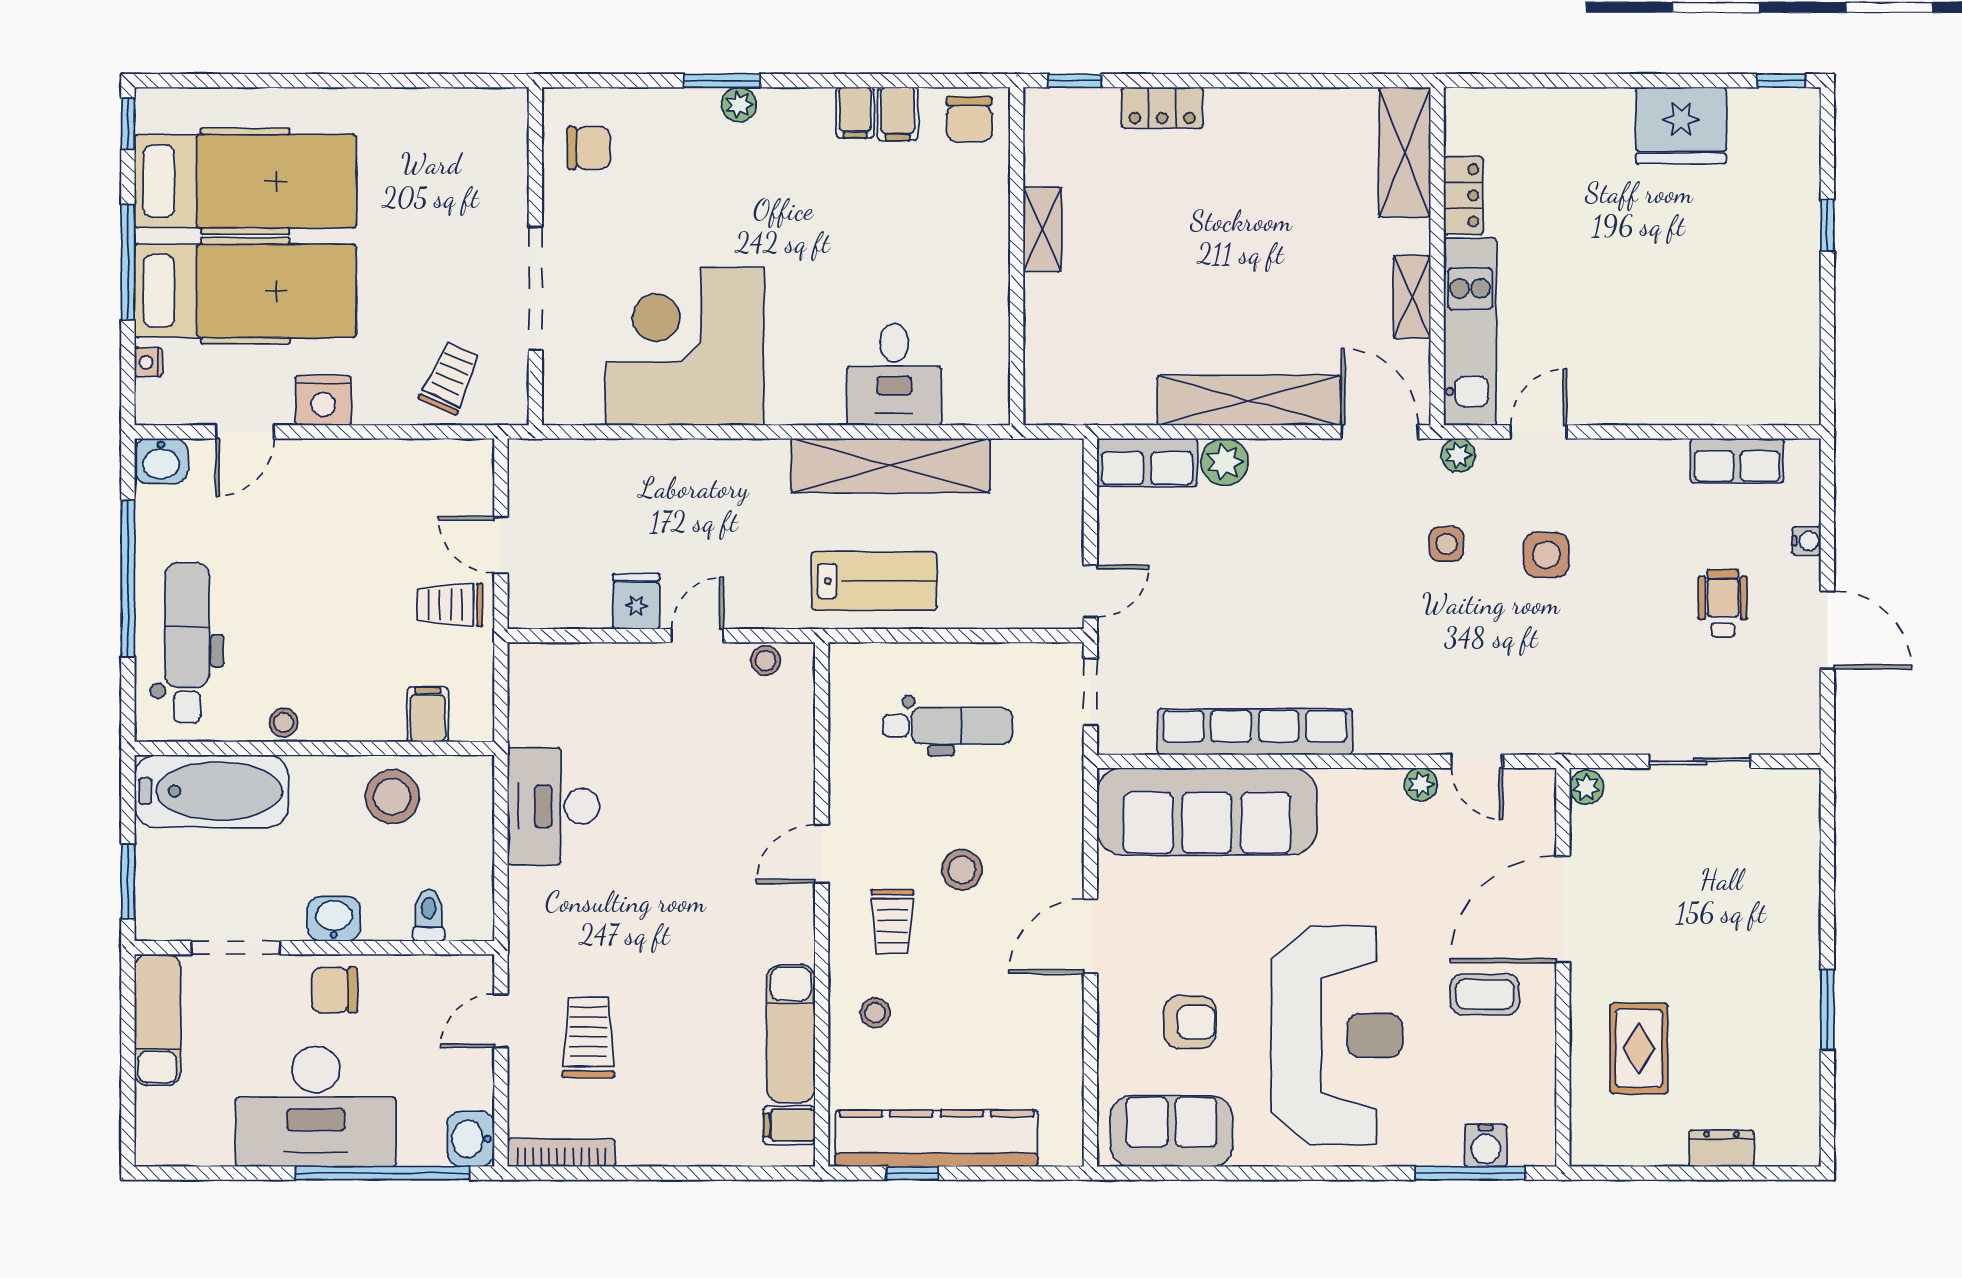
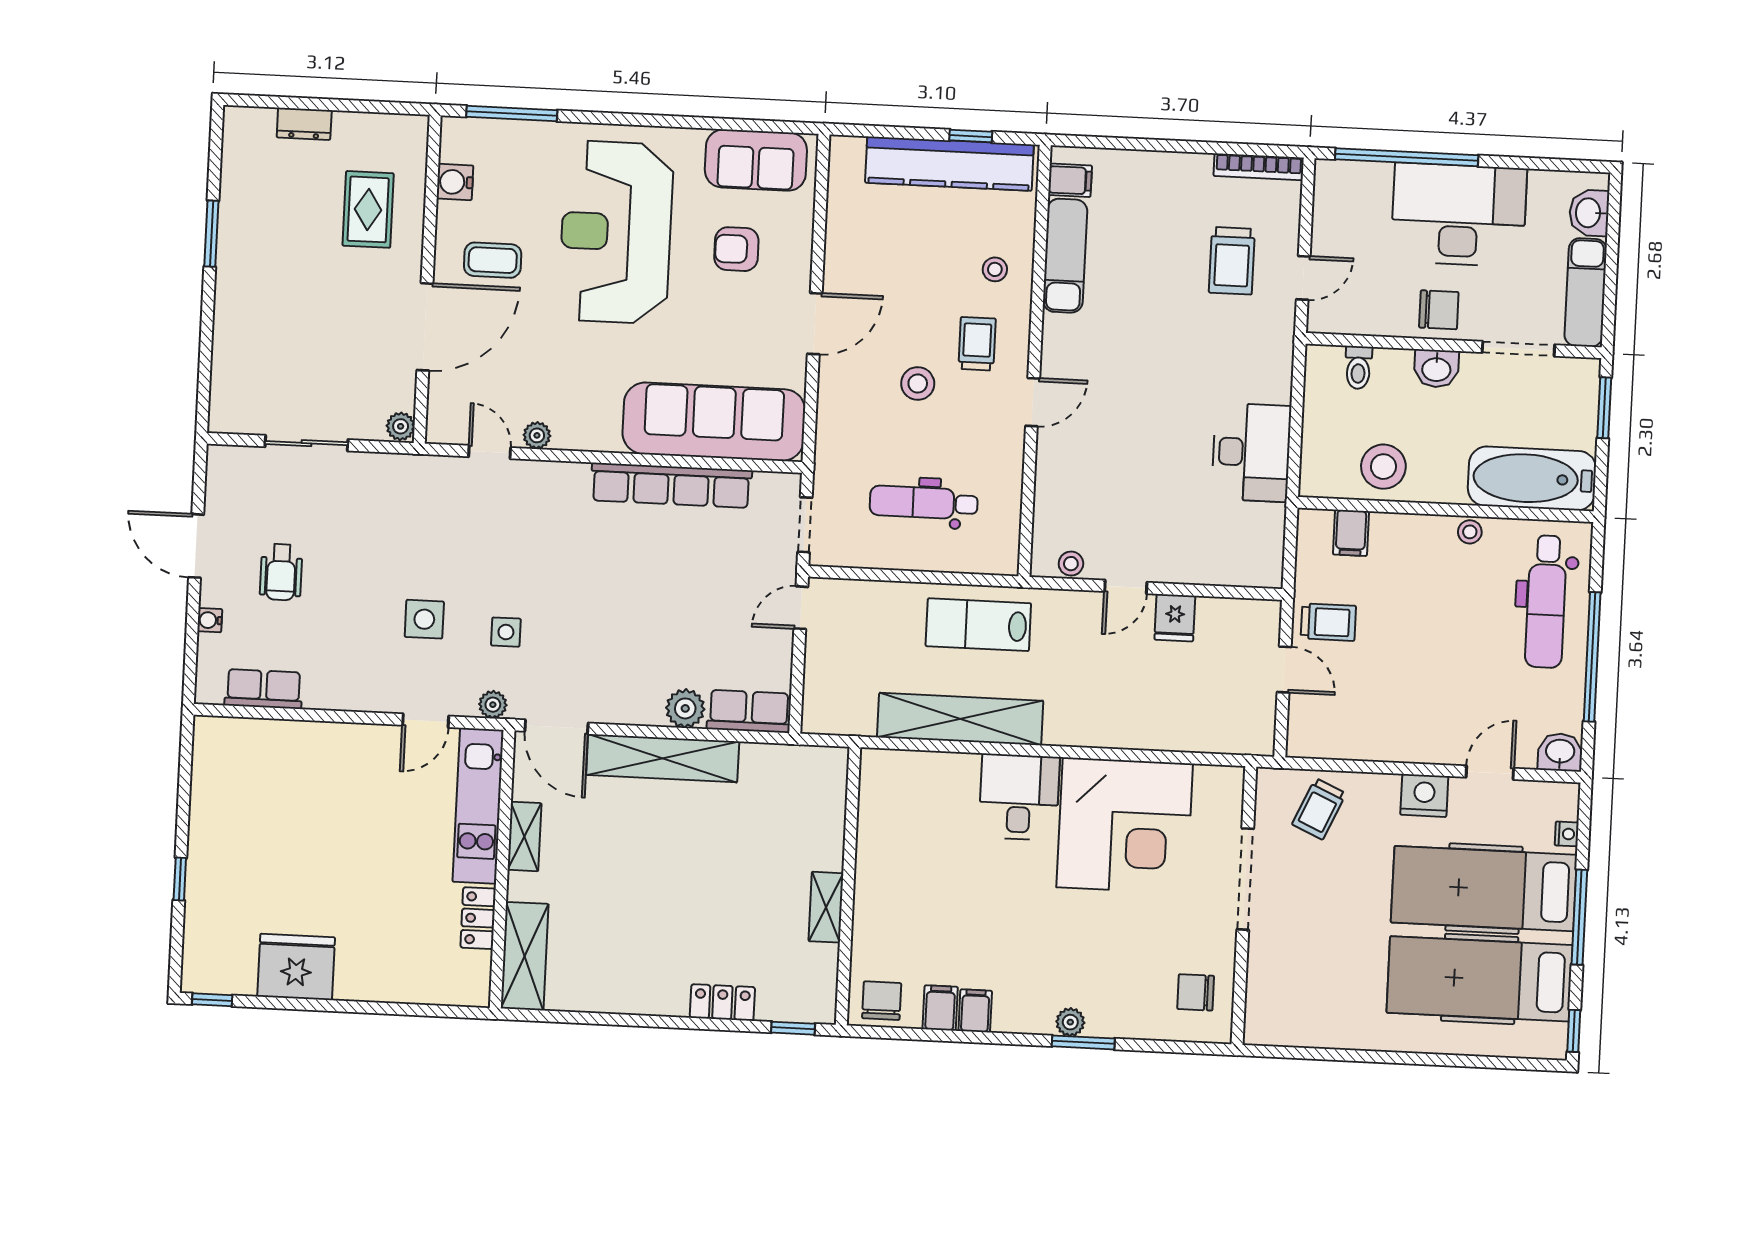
desk: (894, 374) -> (1019, 797), moved
washbasin: (471, 1139) -> (1589, 213), moved, turned 180
water cooler: (1486, 1145) -> (455, 182), moved, turned -90

